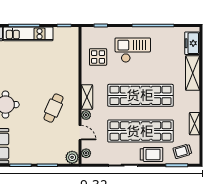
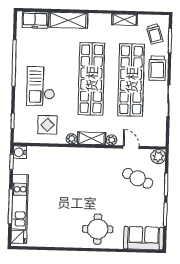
water cooler: (73, 33) -> (20, 152), added
cafe table: (53, 108) -> (138, 178), moved
door: (80, 133) -> (131, 147), hinge flipped
plant: (86, 153) -> (72, 139), moved
trolley: (151, 154) -> (157, 68), turned 180

